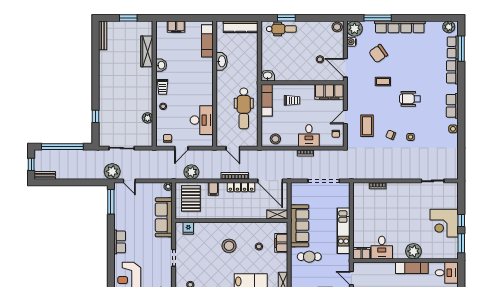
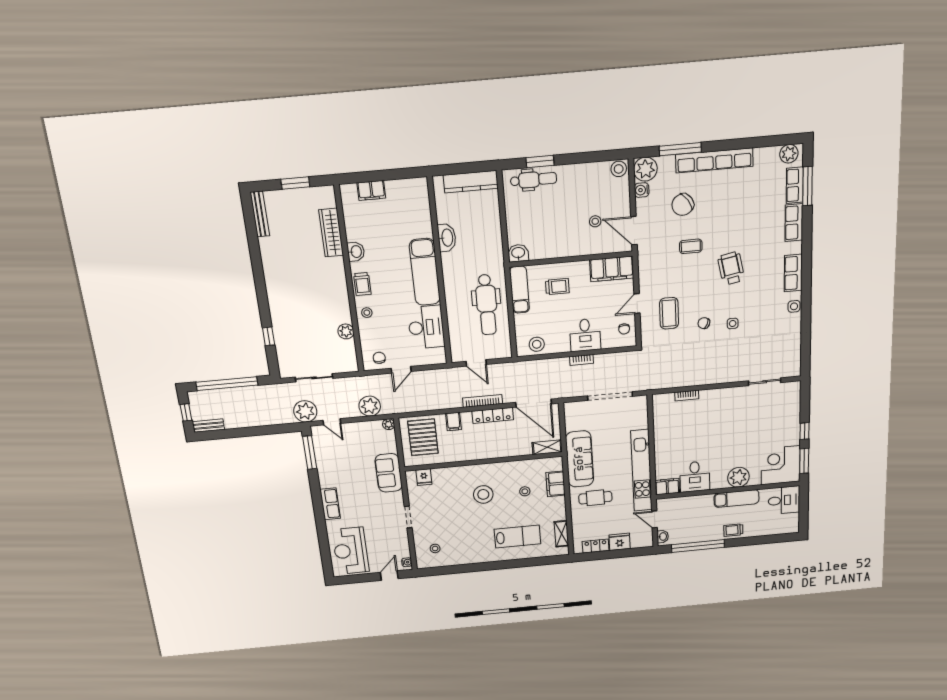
exam couch: (207, 41) -> (425, 272), moved, width x1.36, depth x1.45
wheelchair: (410, 99) -> (731, 268), turned 79
plant: (191, 172) -> (370, 406), moved
sofa: (164, 217) -> (389, 473), width x0.73
corner desk: (444, 223) -> (781, 465), moved, turned 90
kitchen unit: (343, 231) -> (641, 471), width x1.36

